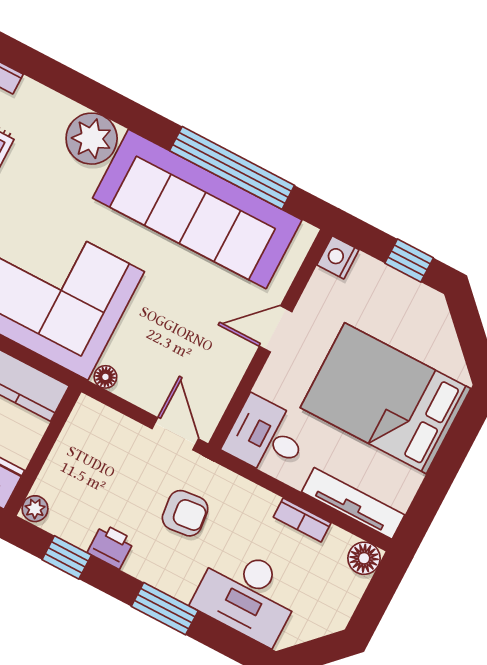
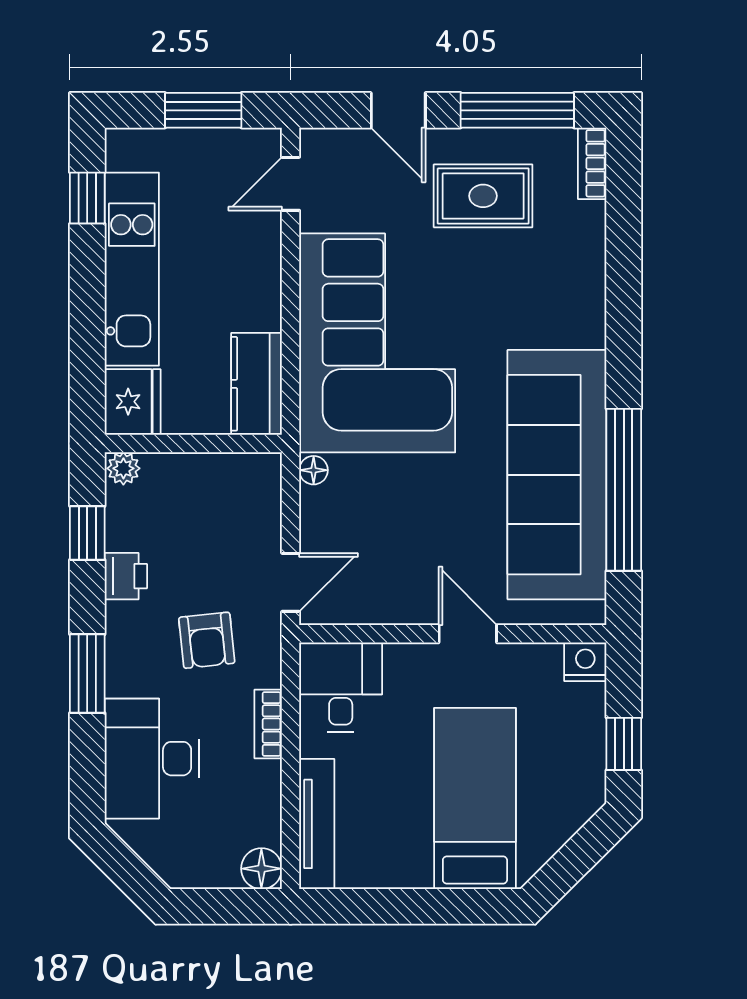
plant: (92, 139) -> (574, 314), removed
bed: (385, 398) -> (475, 798), width x0.67
bookcase: (302, 520) -> (268, 724), moved

